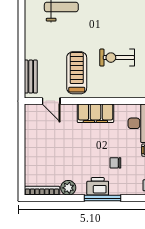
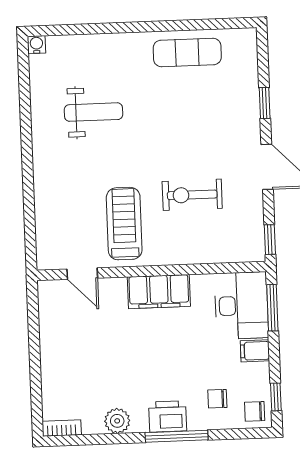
bench: (31, 77) -> (46, 233), removed
chair: (115, 163) -> (217, 399), moved
bookcase: (42, 191) -> (62, 428), width x0.64

